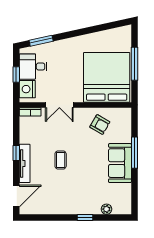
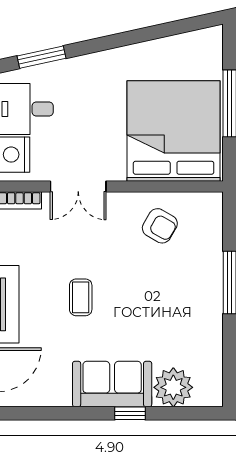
sofa: (120, 163) -> (112, 384), moved, turned 90
plant: (106, 209) -> (173, 387), width x1.87, depth x1.87

